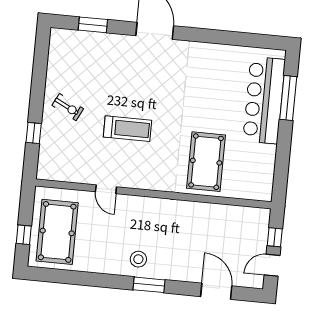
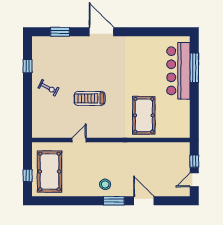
treadmill: (127, 129) -> (90, 98), turned 180
window: (34, 133) -> (28, 66), moved
door: (106, 189) -> (79, 140), swing flipped
door: (216, 291) -> (144, 201), moved

